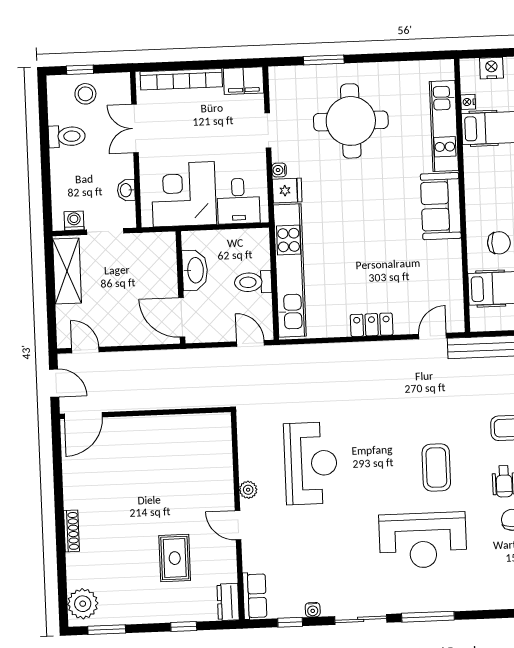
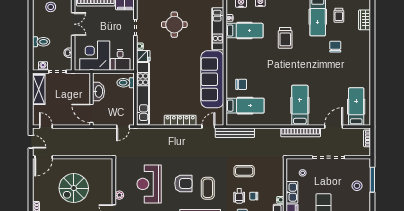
round table: (351, 121) -> (174, 25), width x0.73, depth x0.73
double door: (135, 129) -> (73, 24), swing flipped
toilet: (67, 136) -> (41, 42), moved
sofa: (441, 206) -> (212, 79), width x1.85, depth x1.27
toilet: (253, 282) -> (126, 83), moved
locker: (372, 325) -> (180, 120), width x1.53
door: (250, 343) -> (123, 127), swing flipped
armchair: (384, 459) -> (183, 183), added
reception desk: (311, 463) -> (149, 184), turned 180
spiral stairs: (150, 479) -> (74, 188), added

